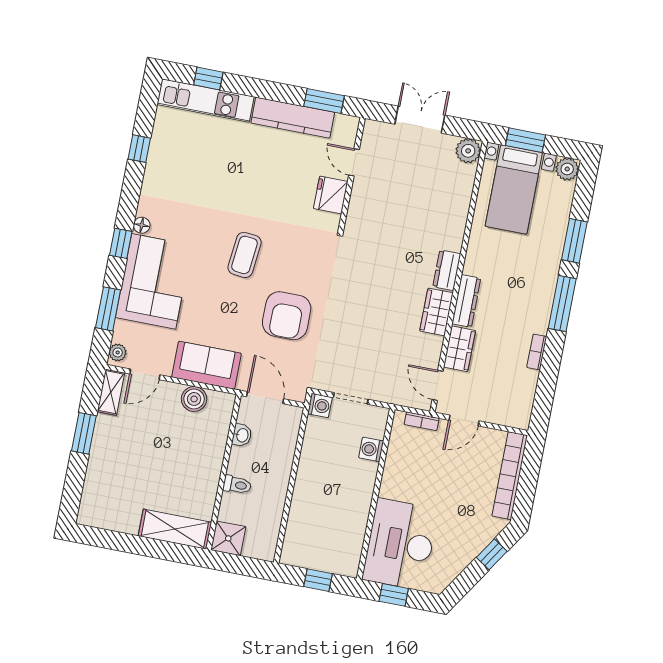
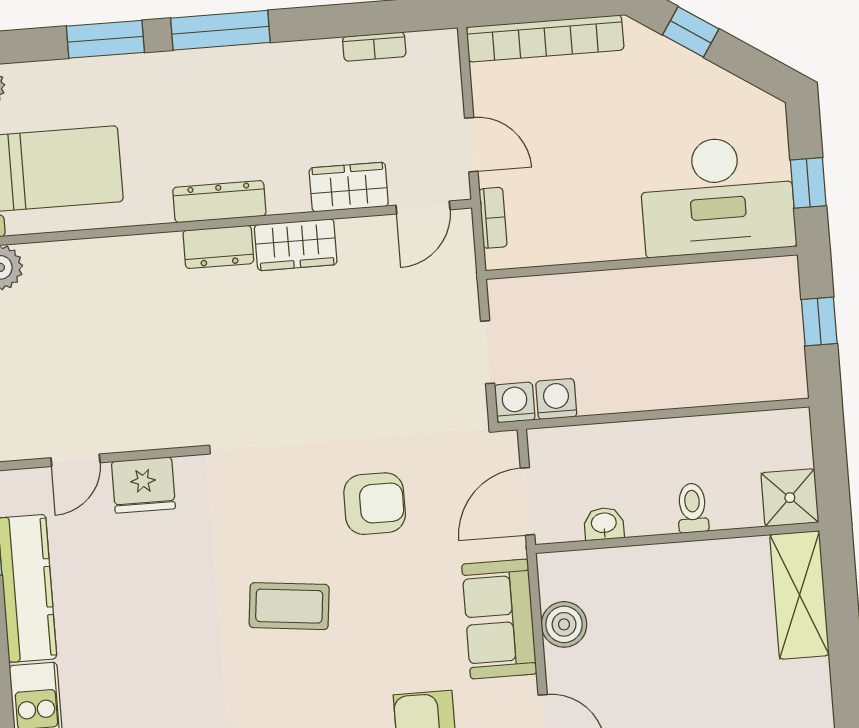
dresser: (466, 301) -> (219, 202), moved
armchair: (287, 316) -> (375, 504), width x0.73, depth x0.73
bookcase: (537, 352) -> (374, 47), moved
washing machine: (371, 449) -> (556, 399), moved, turned 180

